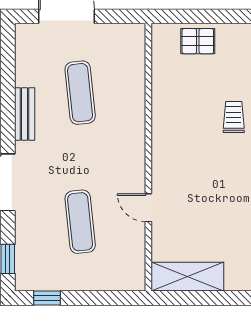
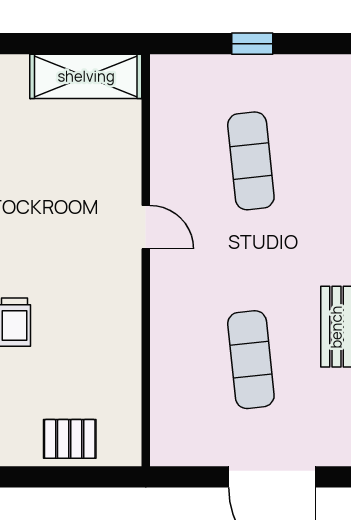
door: (148, 208) -> (146, 227), moved
window: (47, 298) -> (252, 44), moved

